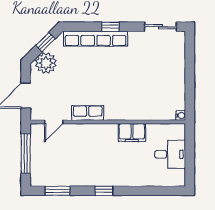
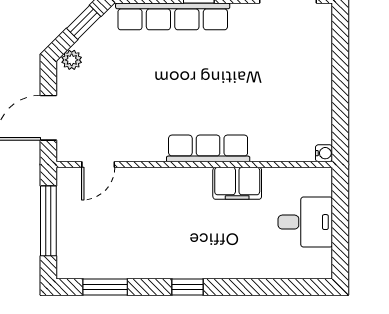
plant: (46, 63) -> (72, 60), width x0.53, depth x0.53
row of seats: (88, 113) -> (208, 148), moved, width x1.48

